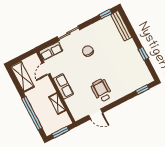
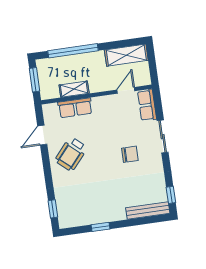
door: (46, 69) -> (126, 90), hinge flipped
row of seats: (63, 86) -> (75, 108), moved
wheelchair: (101, 90) -> (71, 154), turned 131

